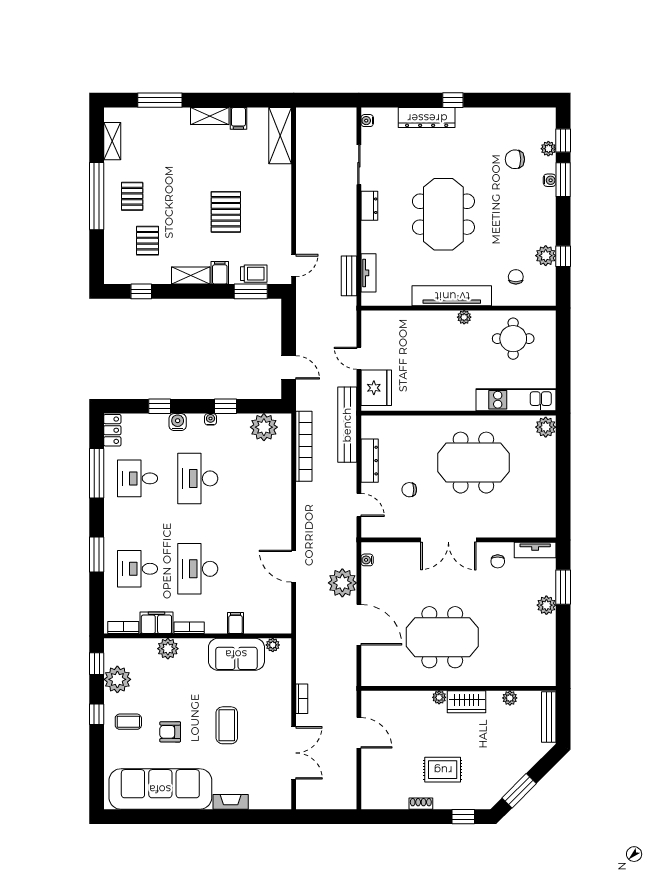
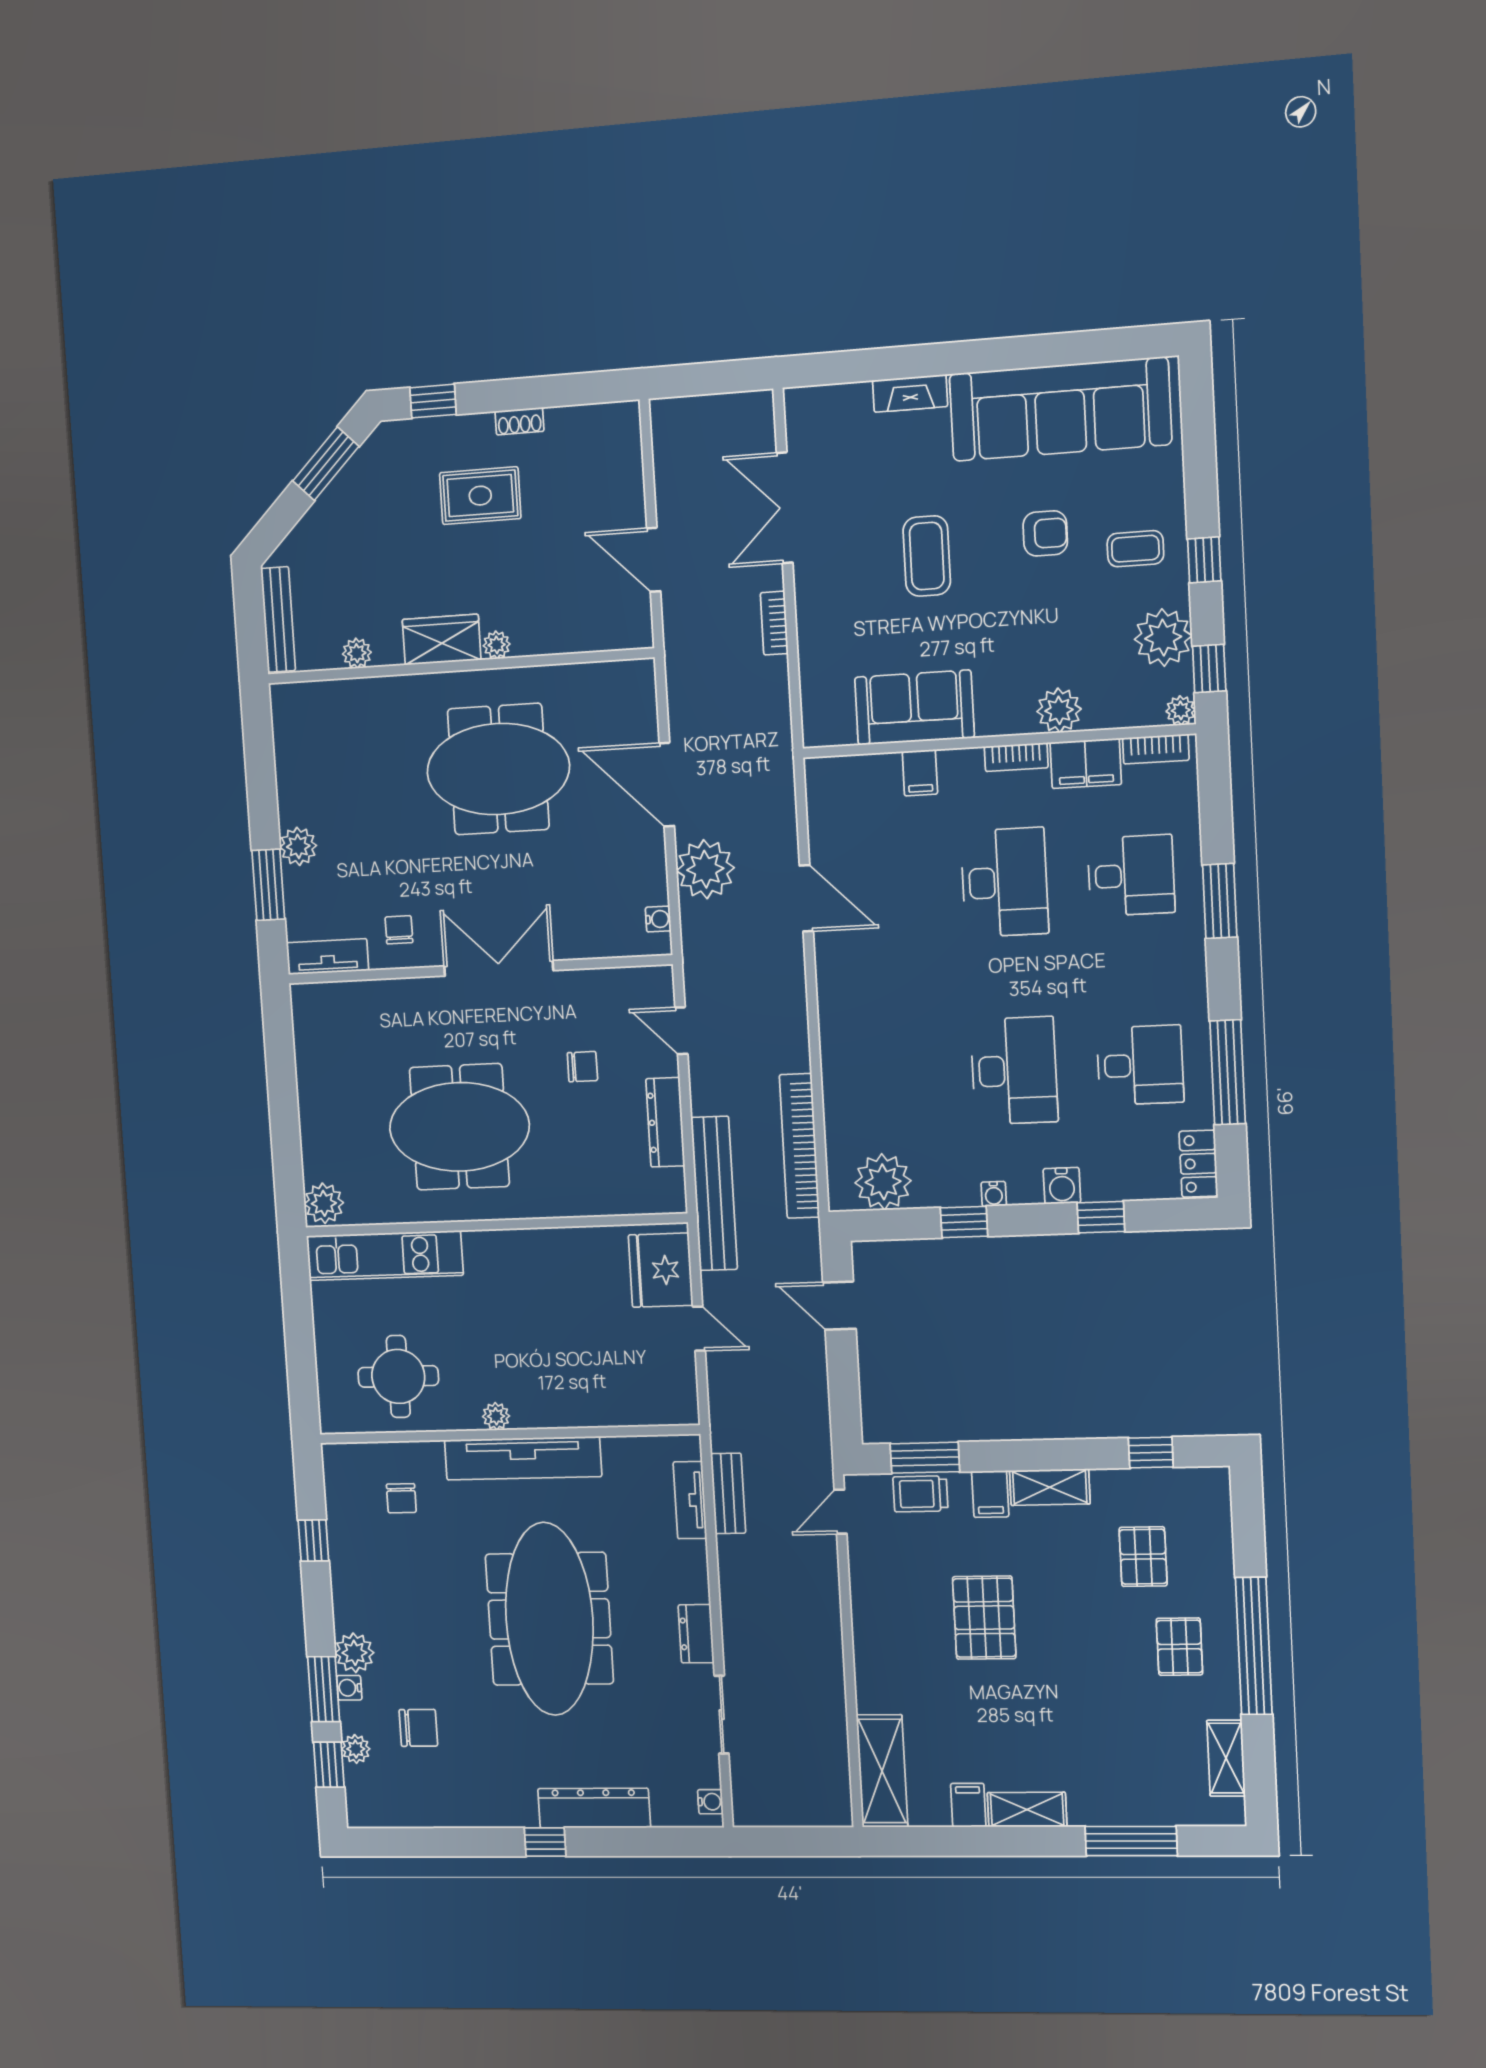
meeting table: (443, 214) -> (549, 1619), width x1.36
plant: (546, 256) -> (354, 1653), moved
plant: (273, 645) -> (1181, 710), moved

